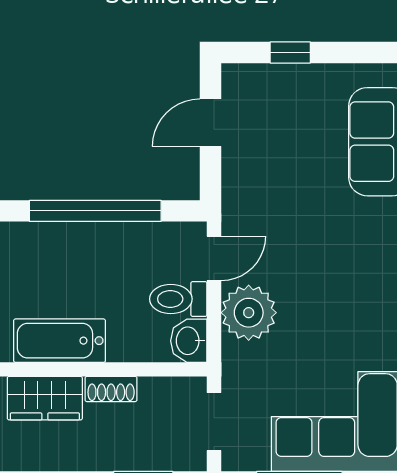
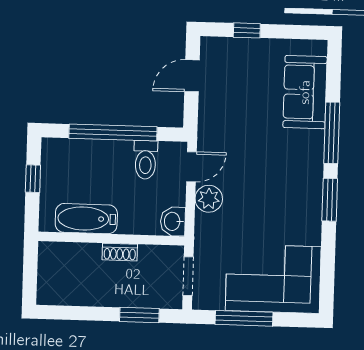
toilet: (178, 299) -> (145, 160), moved, turned -90
plant: (249, 313) -> (209, 199), width x0.73, depth x0.73
wardrobe: (45, 398) -> (75, 257), removed

